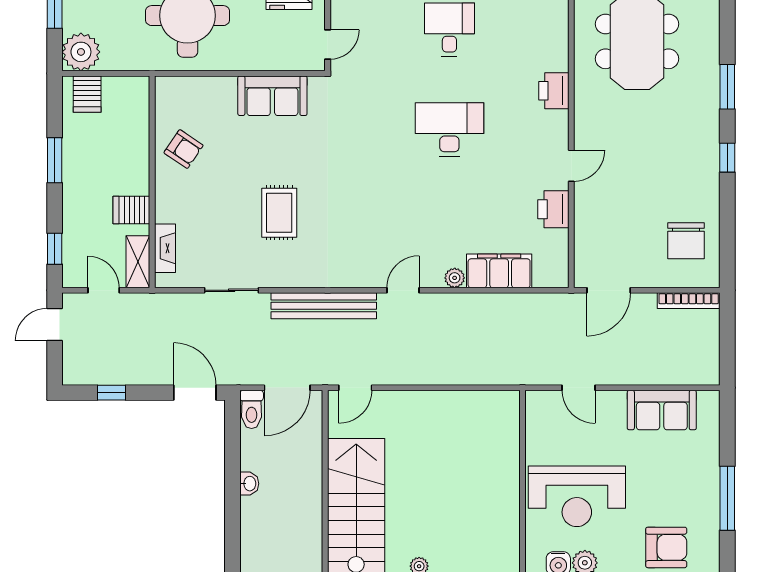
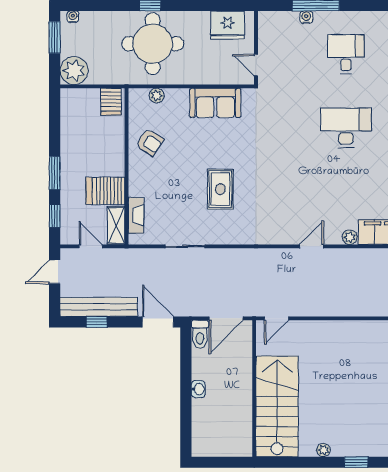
door: (328, 44) -> (256, 65), swing flipped
plant: (193, 86) -> (157, 96), added
server rack: (87, 94) -> (111, 102), moved
window: (55, 160) -> (55, 173), moved
server rack: (131, 210) -> (105, 191), width x1.36, depth x1.44
bench: (324, 306) -> (99, 307), moved

